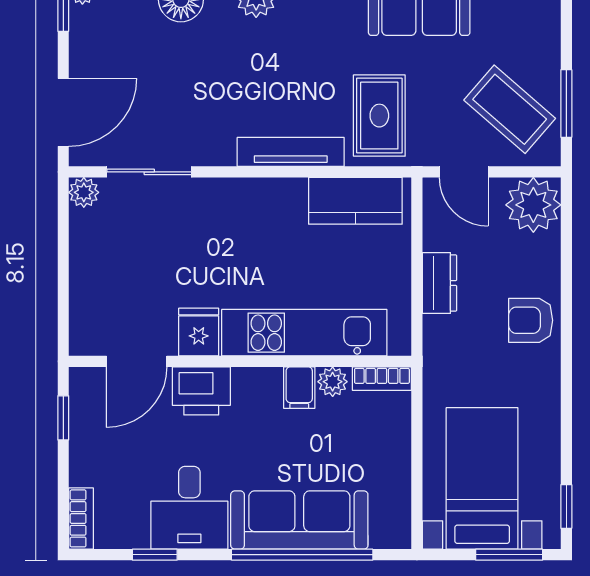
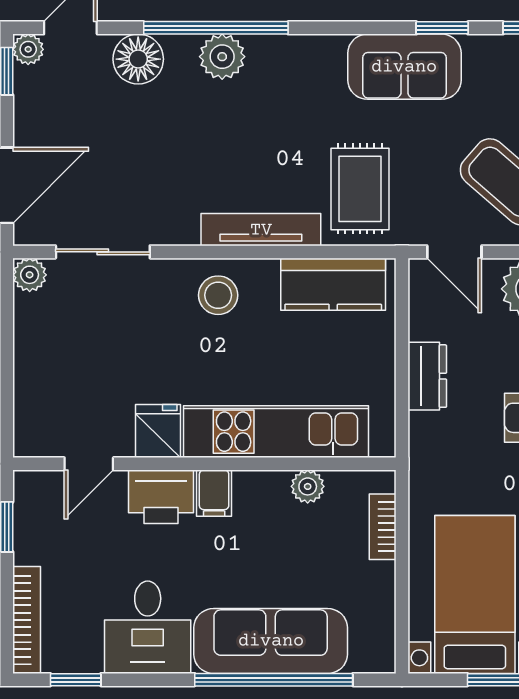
stool: (252, 211) -> (218, 295), added
door: (137, 361) -> (89, 464), width x0.73
bookcase: (382, 379) -> (383, 527), moved, turned 90
filing cabinet: (299, 388) -> (214, 493), moved
bookcase: (81, 518) -> (27, 620), width x1.56
window: (155, 555) -> (76, 680), moved

